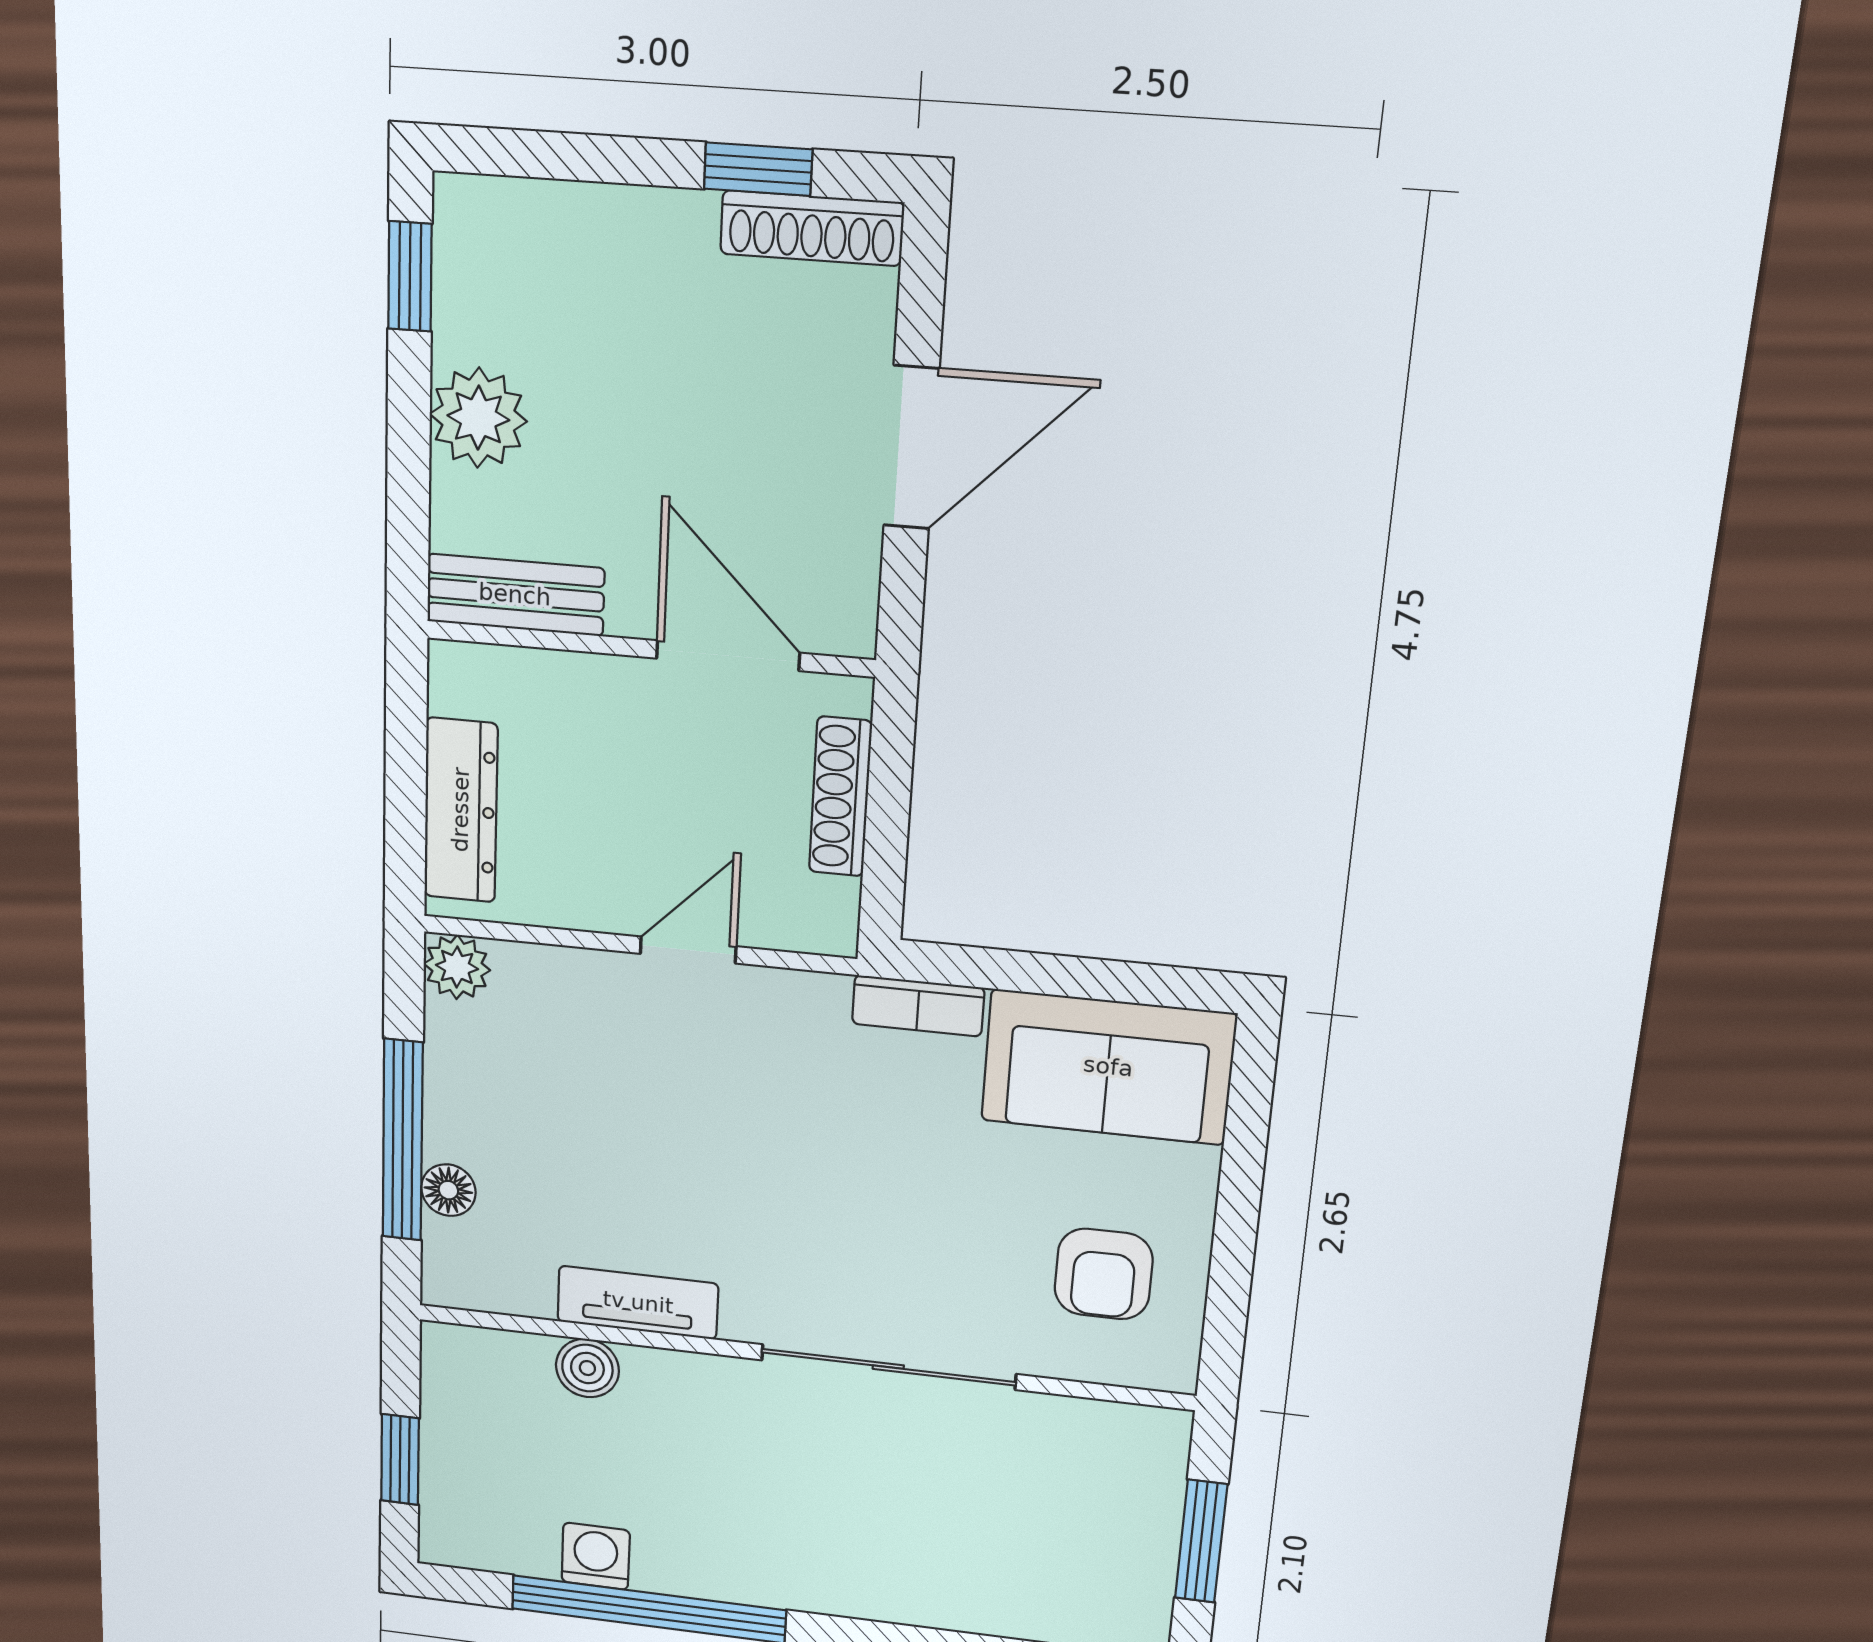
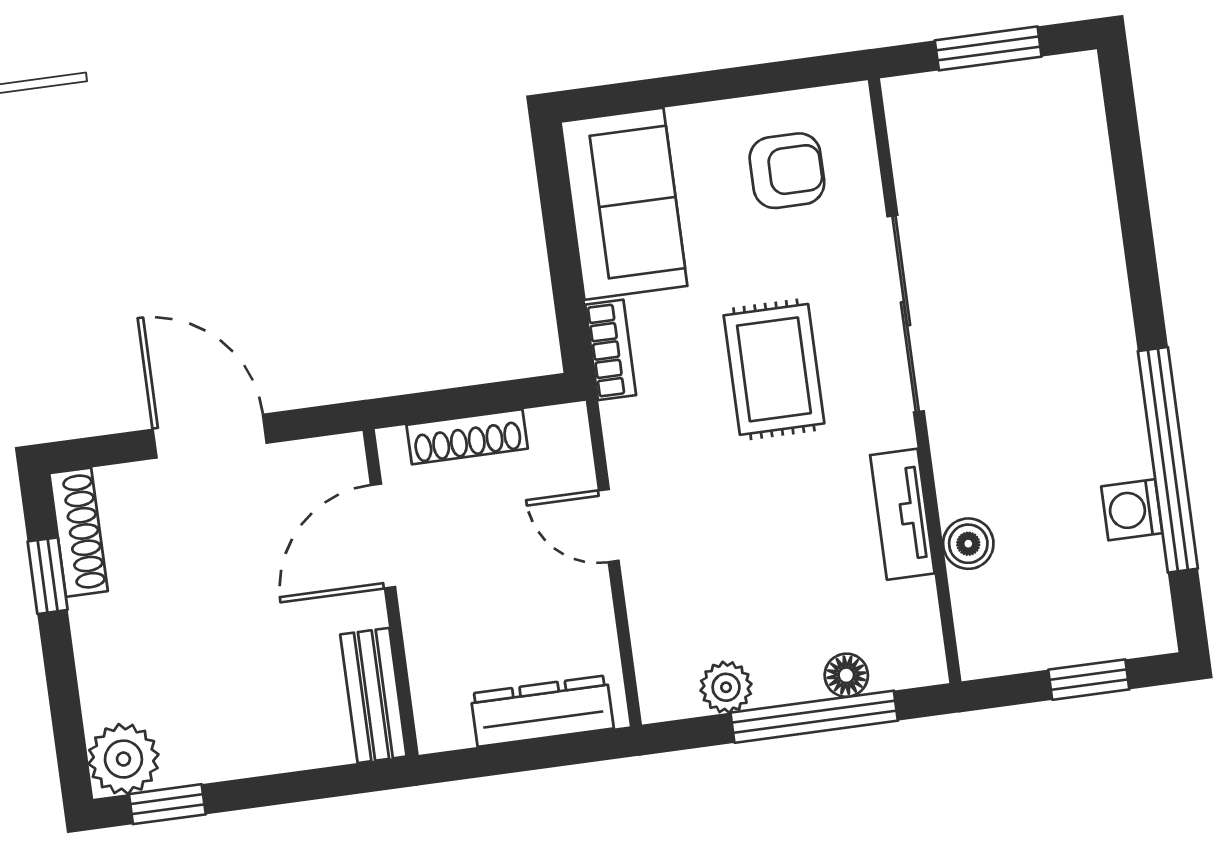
plant: (478, 418) -> (123, 759), moved
plant: (457, 967) -> (726, 687), moved
rug: (850, 1198) -> (774, 369), added

